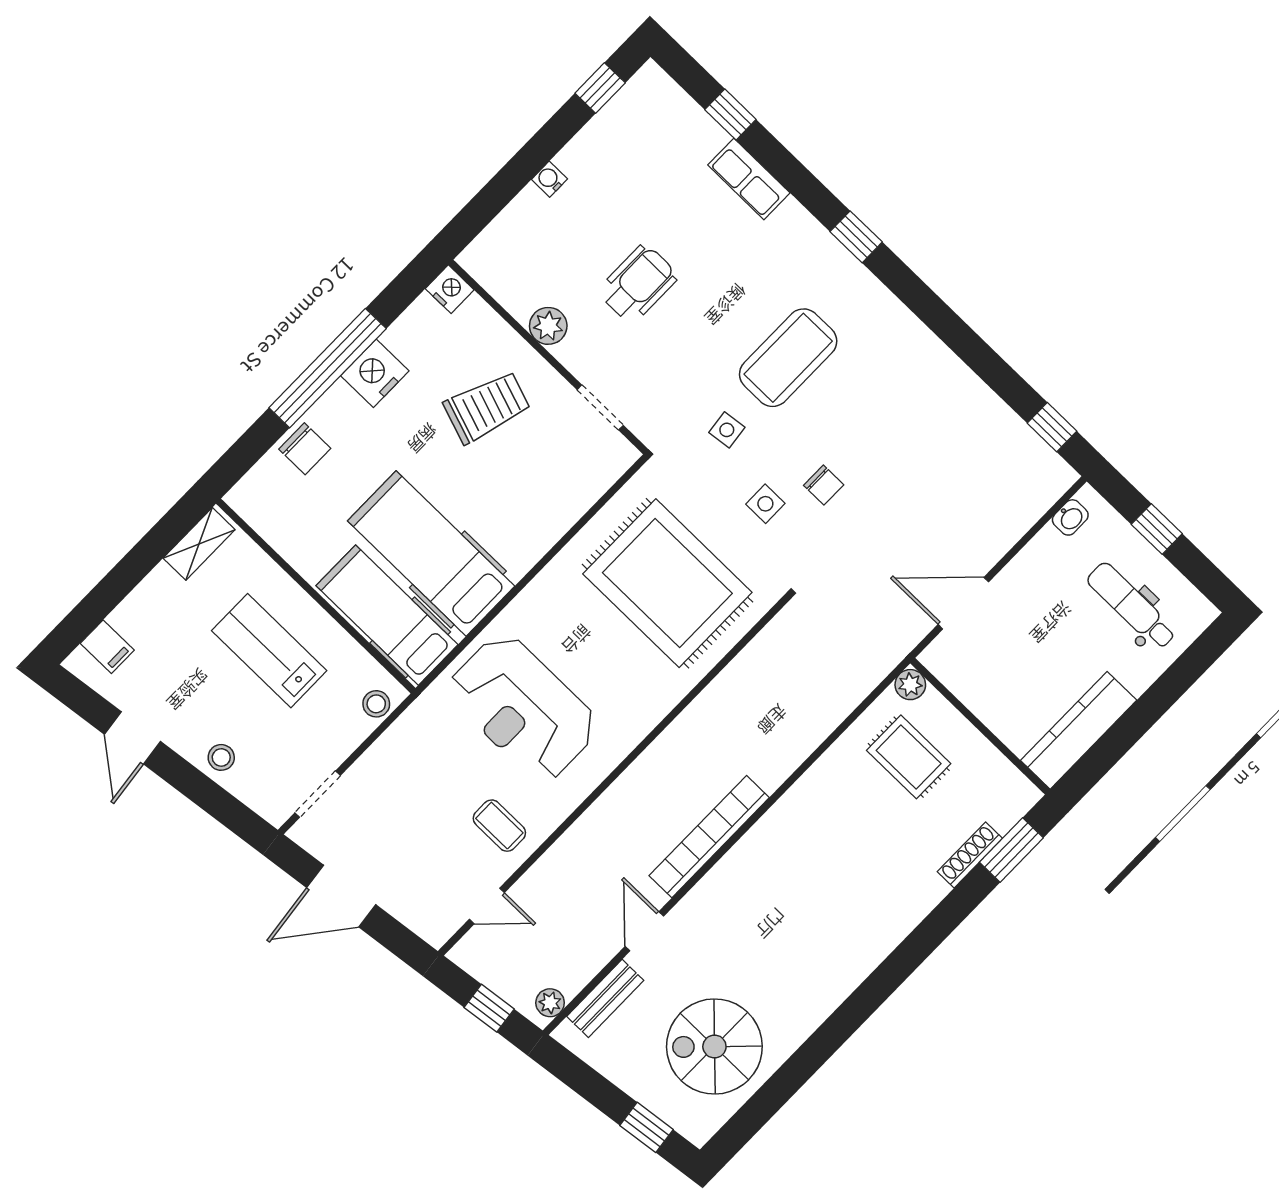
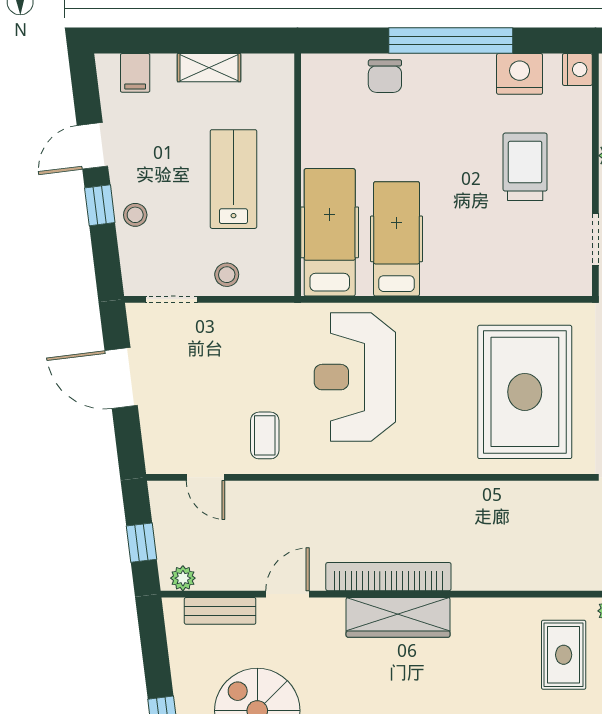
nightstand: (375, 373) -> (520, 74), moved
trolley: (487, 407) -> (525, 167), turned -109
shelving: (199, 544) -> (209, 68), moved
hospital bed: (431, 553) -> (397, 239), width x0.73, depth x0.78
stool: (376, 704) -> (227, 275), moved
window: (186, 778) -> (100, 205), added
wardrobe: (749, 861) -> (398, 617), added

